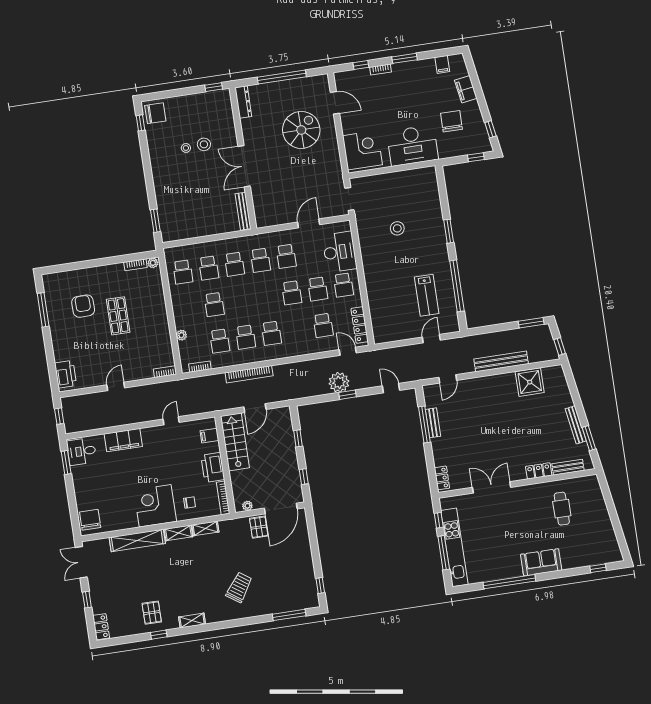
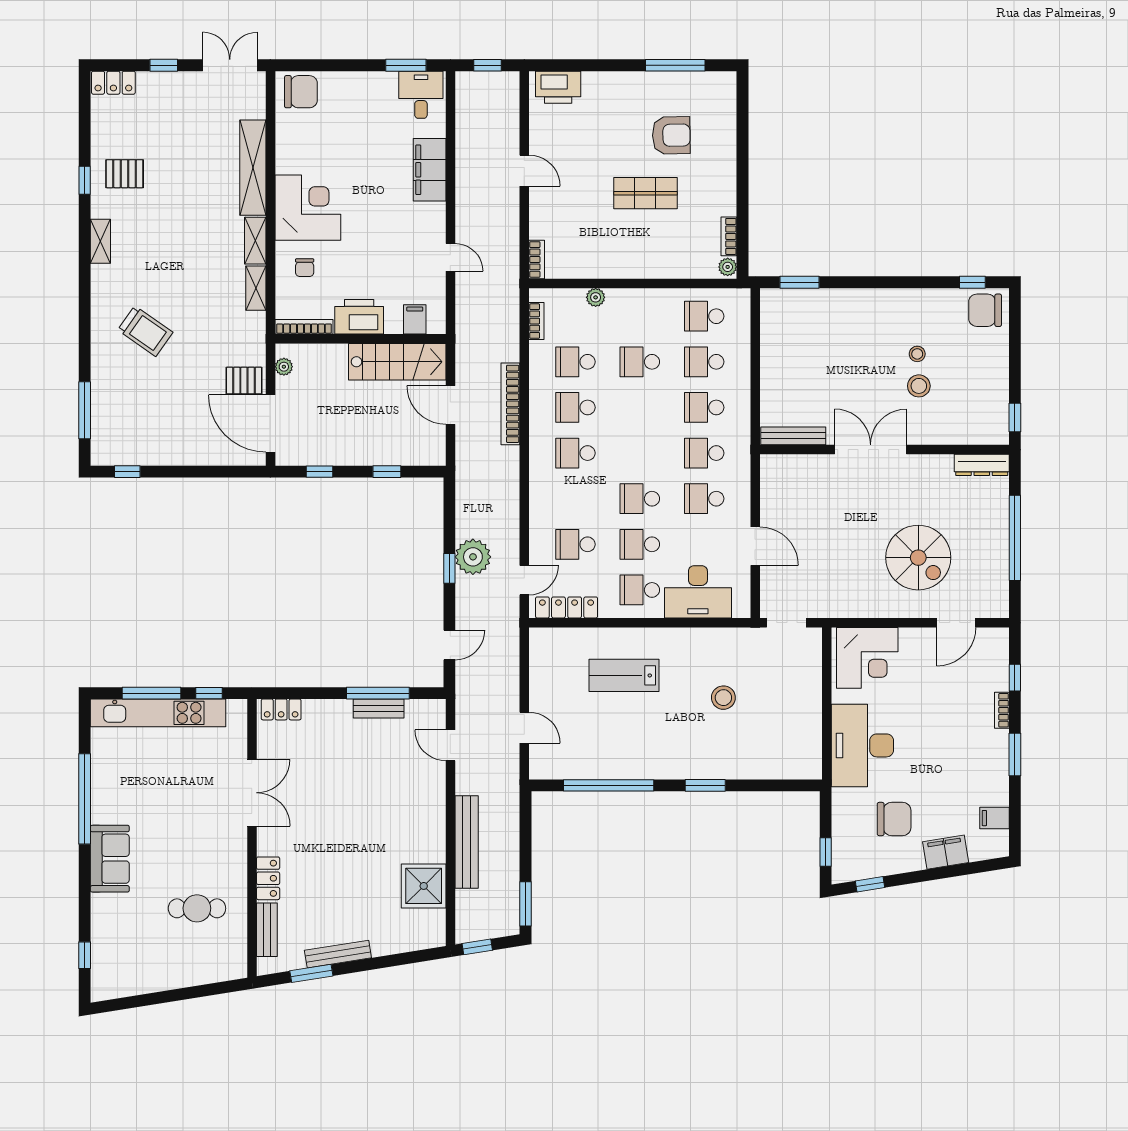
chair: (155, 113) -> (985, 310), turned 90
lab bench: (427, 295) -> (624, 675), moved

